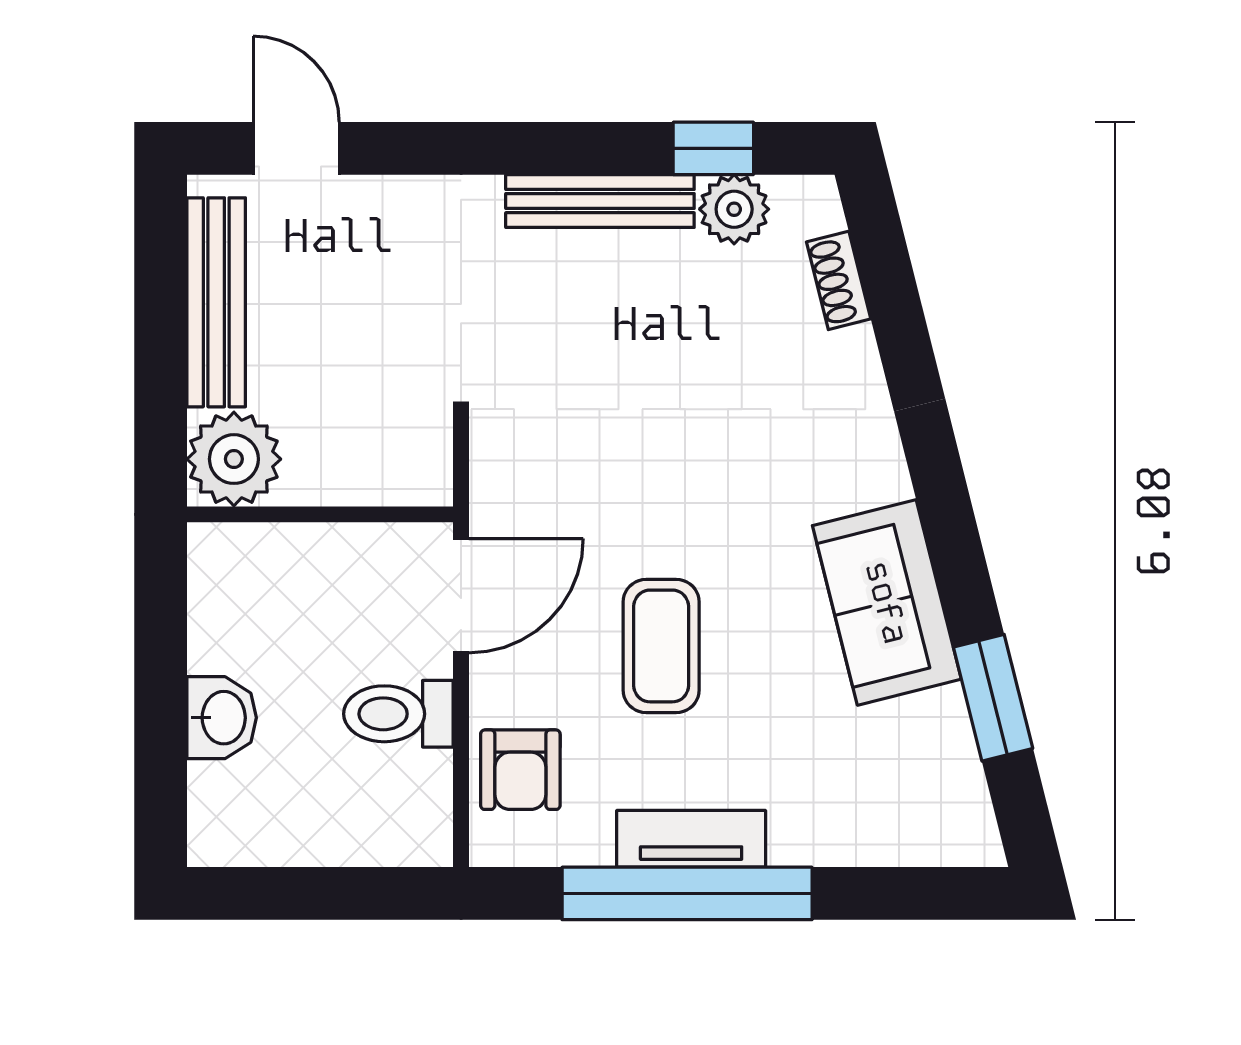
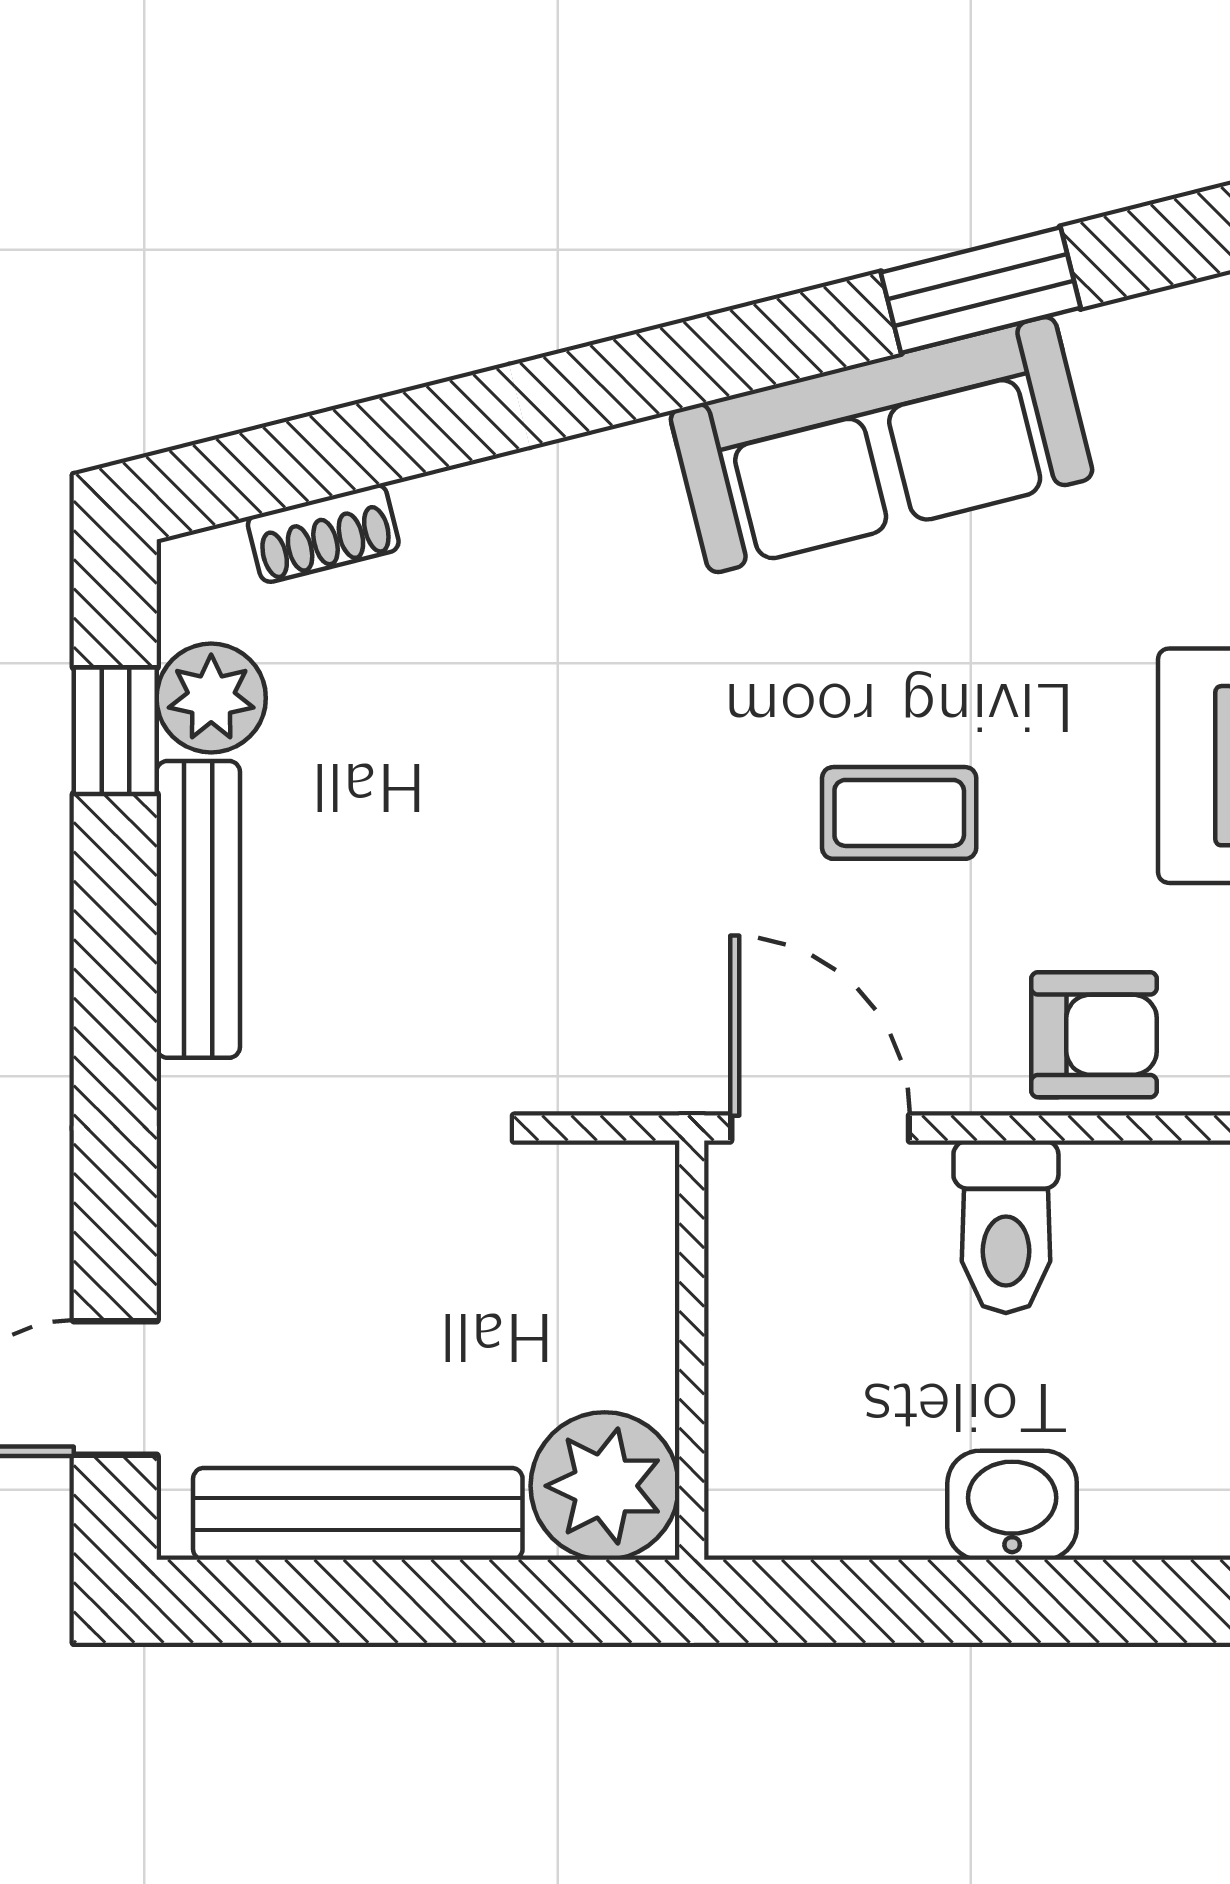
sofa: (887, 602) -> (882, 445), width x1.36
coffee table: (661, 646) -> (899, 813), width x0.73, depth x0.77

